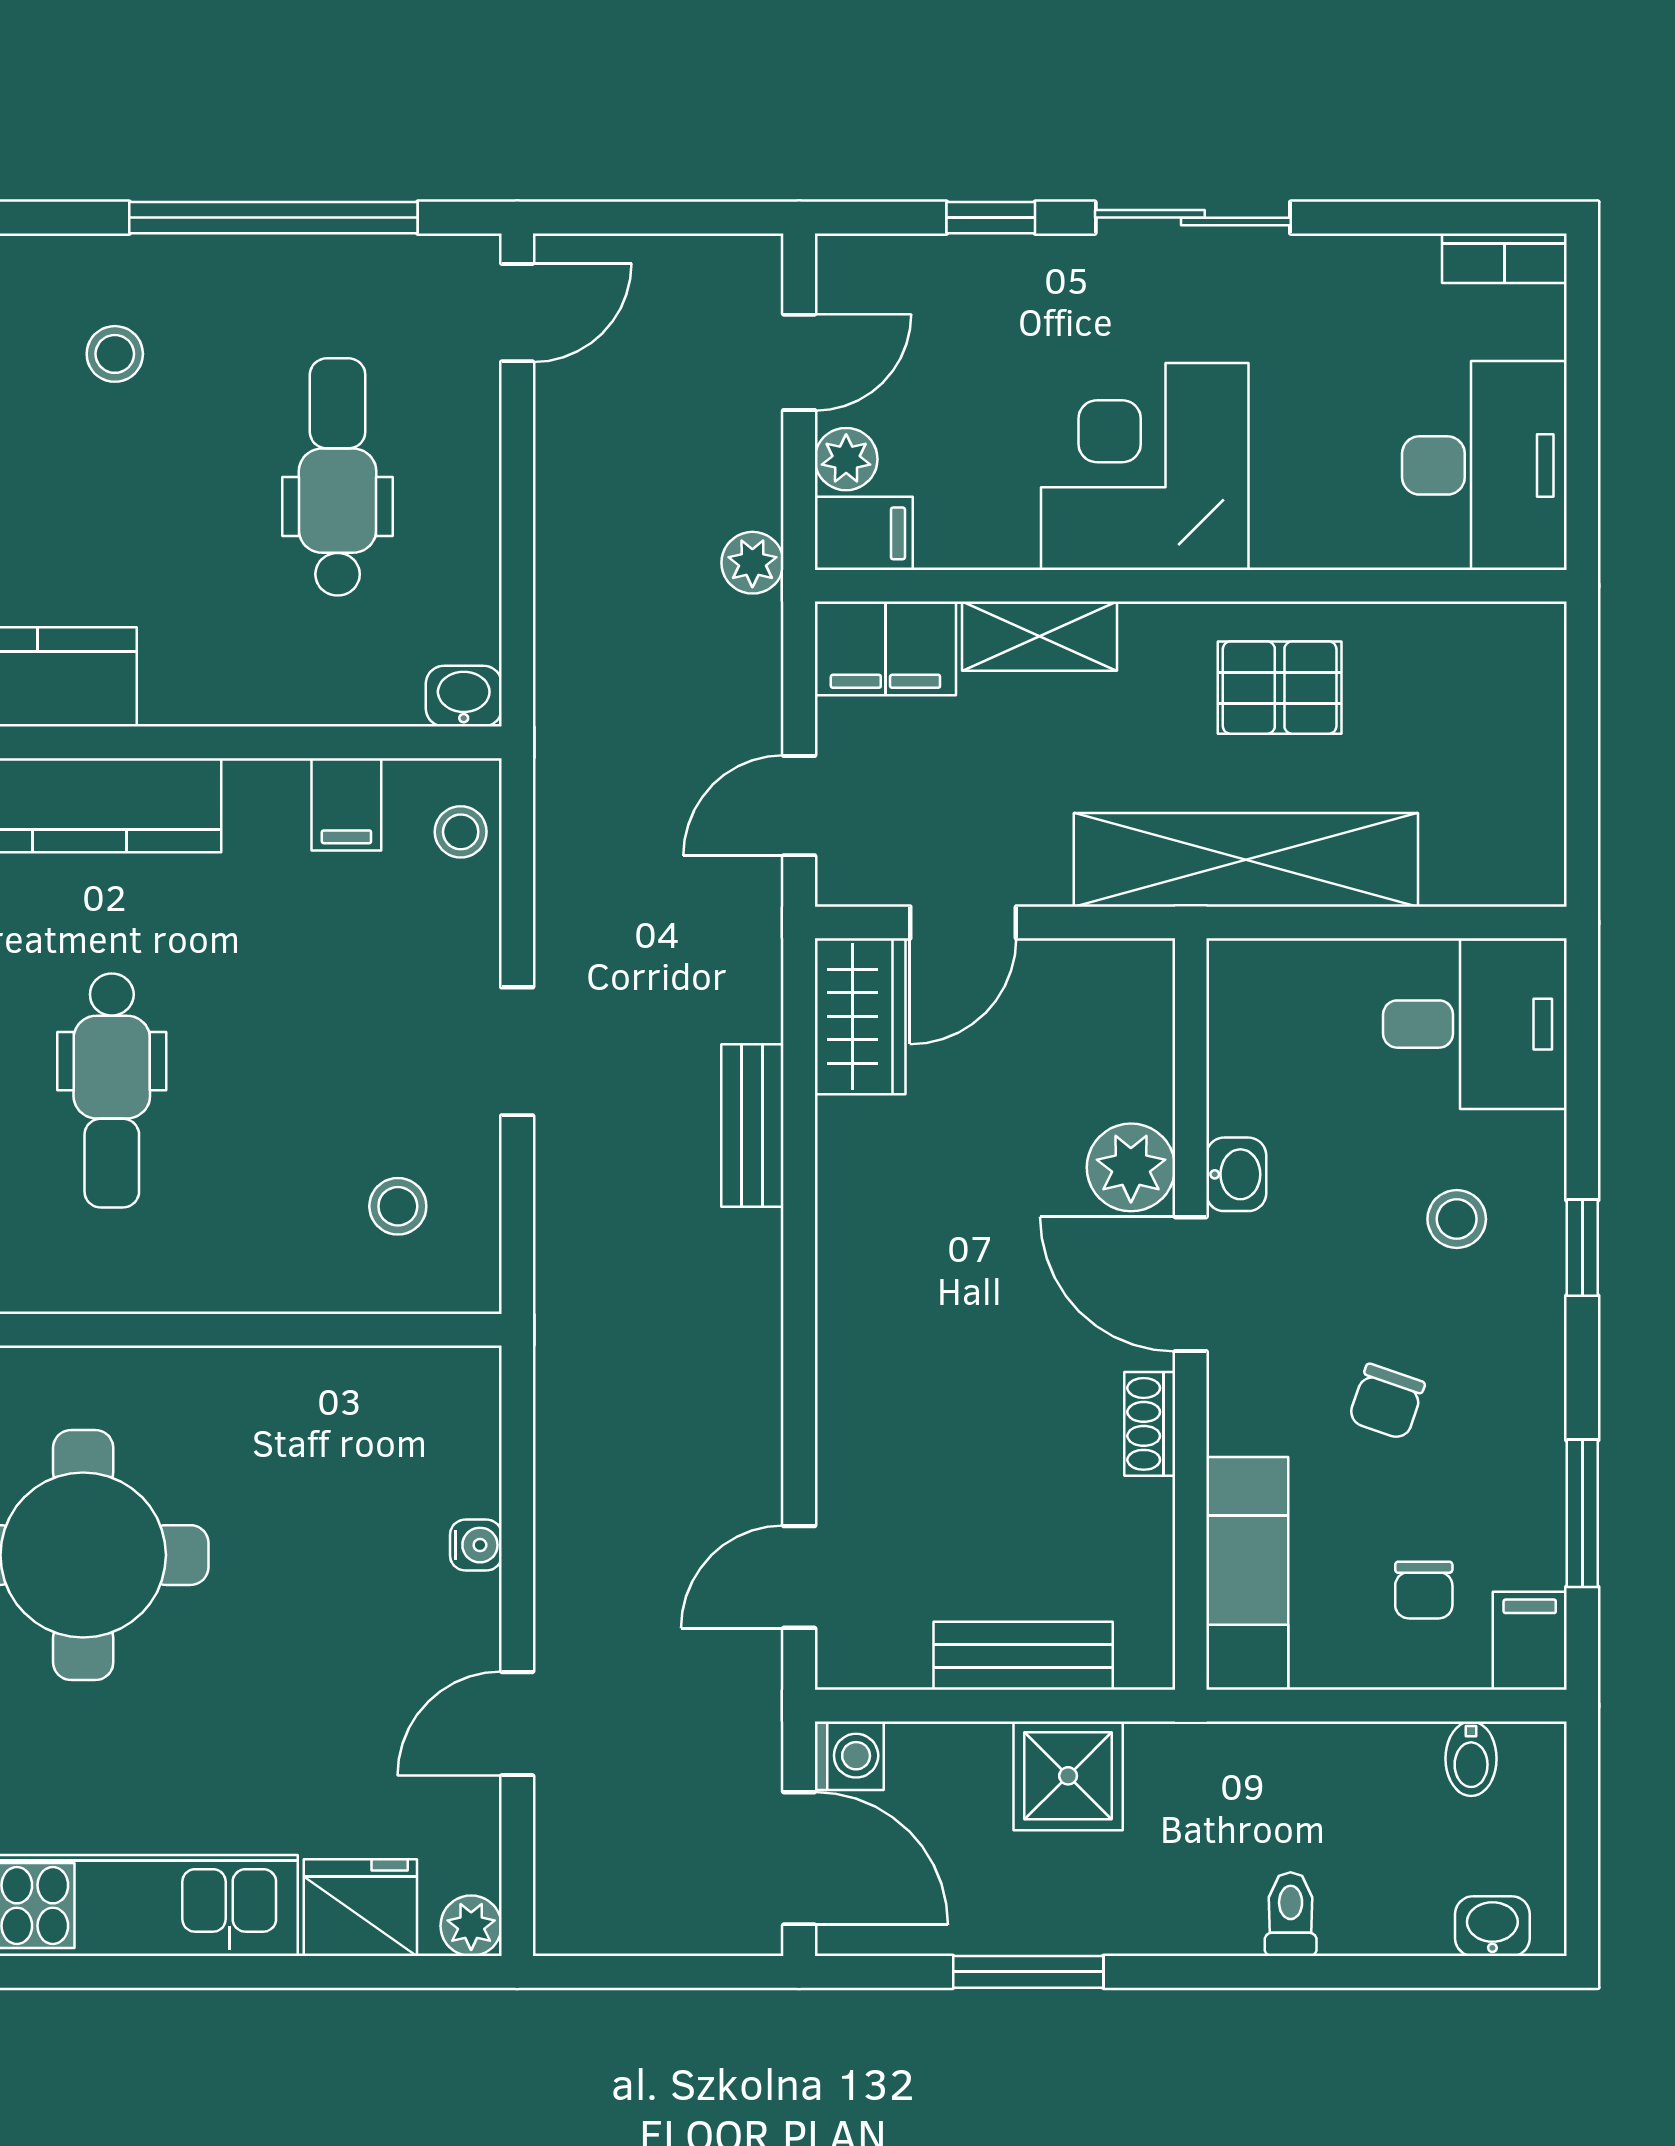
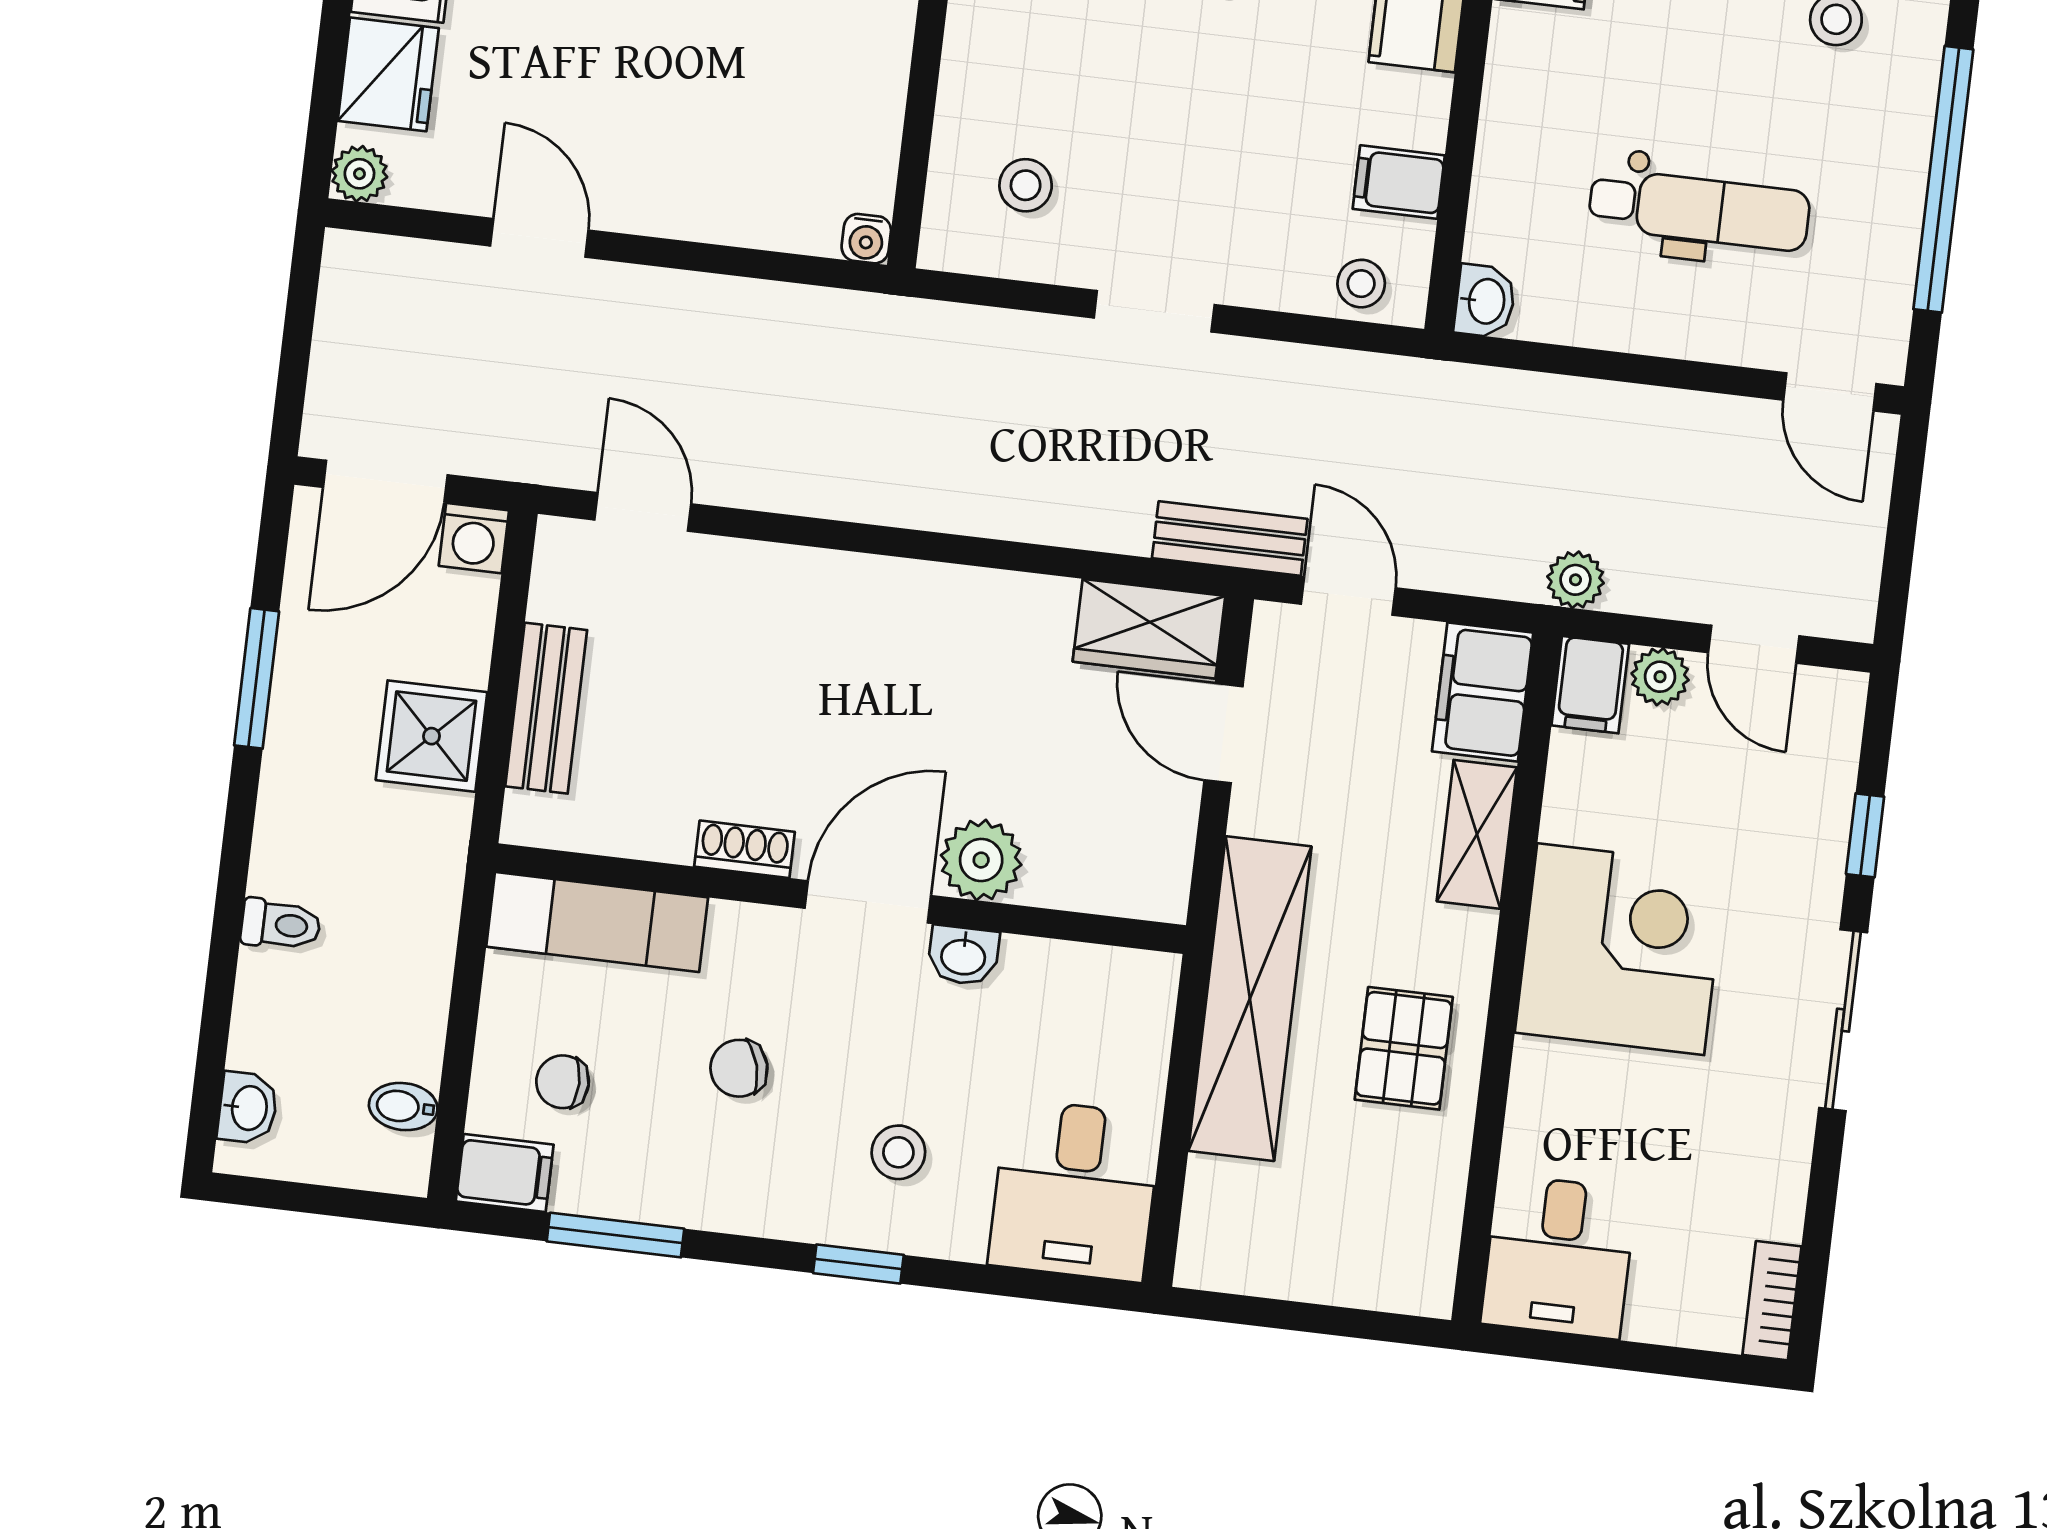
desk: (1484, 465) -> (1559, 1257), width x0.73
bench: (752, 1125) -> (1230, 538), moved
chair: (1387, 1402) -> (739, 1068), turned -34
water cooler: (476, 1545) -> (866, 239), moved

